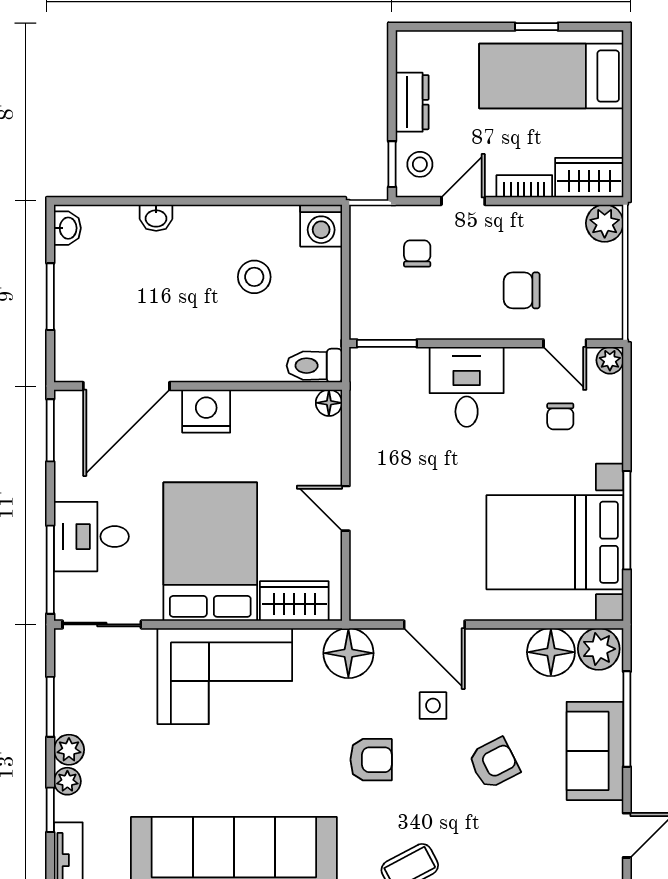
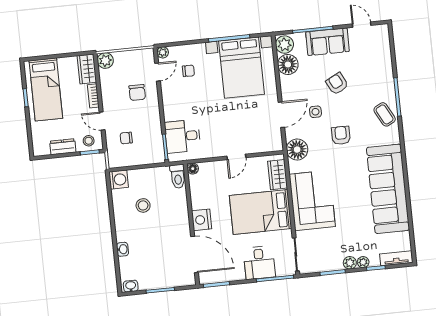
desk: (467, 387) -> (183, 136), moved

